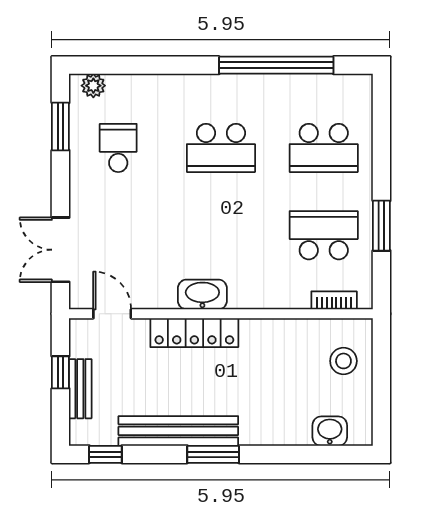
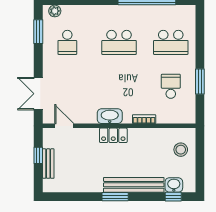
school desk: (118, 148) -> (67, 42), turned 180
school desk: (324, 235) -> (171, 86), width x0.54
bookcase: (334, 300) -> (144, 119), moved
locker: (194, 333) -> (113, 135), width x0.66
bench: (178, 431) -> (134, 185), moved
window: (105, 454) -> (173, 197), moved

